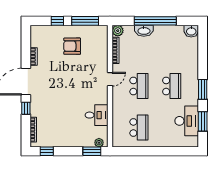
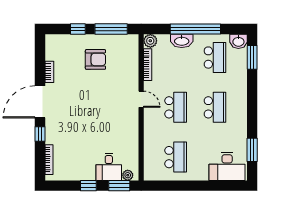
school desk: (172, 45) -> (215, 58), added
armchair: (72, 46) -> (95, 59), turned 180
door: (110, 79) -> (141, 99), hinge flipped
window: (203, 89) -> (252, 57), moved
desk: (97, 115) -> (109, 167), moved, turned 90
desk: (187, 121) -> (227, 166), moved, turned 90
window: (47, 151) -> (88, 186), moved

